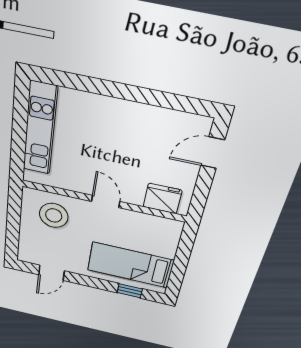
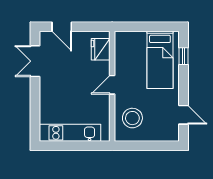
double door: (165, 100) -> (35, 61), added

